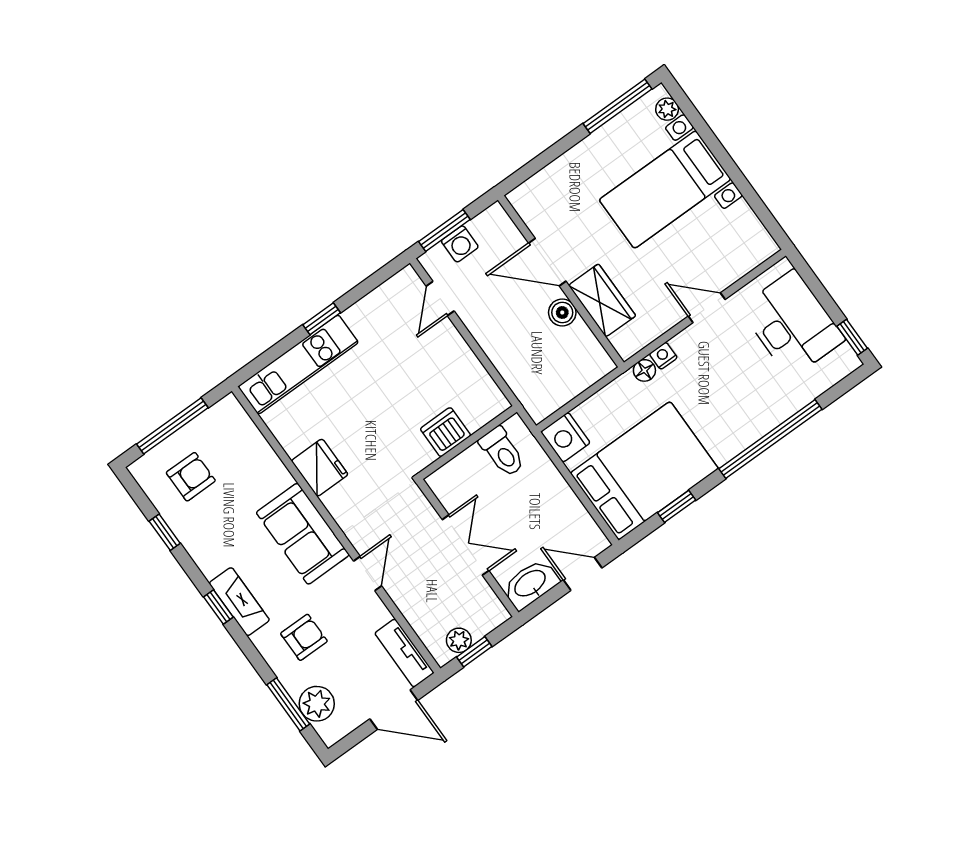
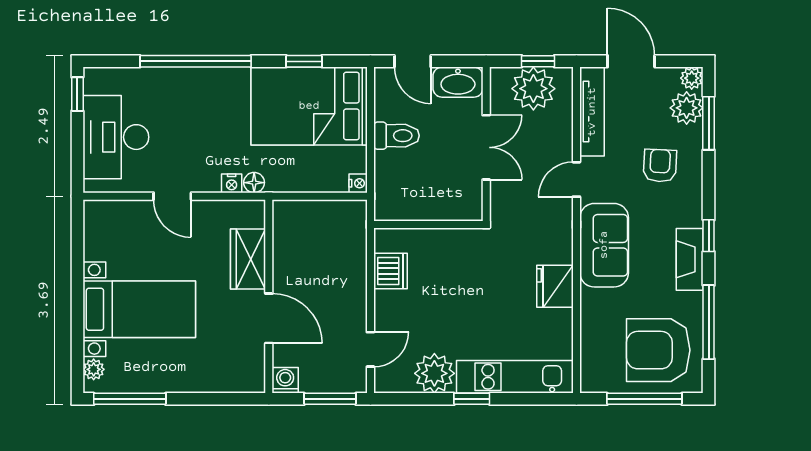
washing machine: (460, 244) -> (285, 380), moved
boiler: (562, 313) -> (285, 272), removed
plant: (370, 318) -> (434, 373), added
dishwasher: (446, 432) -> (391, 271), moved, turned -90
nightstand: (565, 437) -> (358, 183), width x0.53, depth x0.56
toilet: (502, 452) -> (396, 136), moved, turned 90
armchair: (191, 477) -> (658, 350), width x1.88, depth x1.88
window: (165, 532) -> (709, 322), width x2.17
double door: (466, 545) -> (486, 147), swing flipped
fireplace: (239, 602) -> (690, 259), moved
armchair: (304, 637) -> (660, 166), turned 93
plant: (459, 640) -> (533, 89), width x1.88, depth x1.88
tv unit: (404, 653) -> (592, 112), width x1.41
plant: (331, 733) -> (692, 78), added

